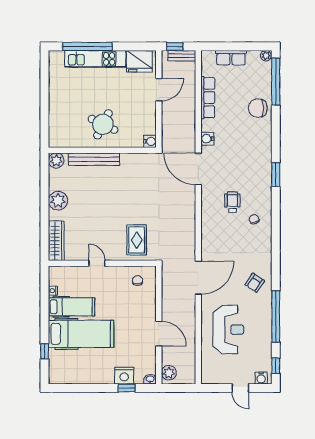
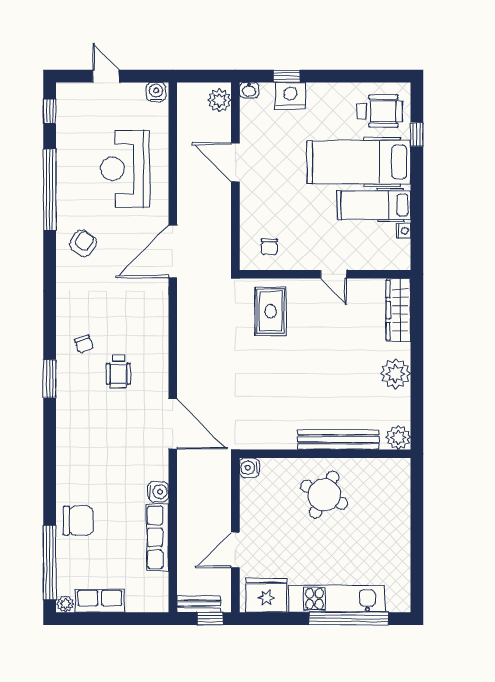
row of seats: (231, 58) -> (100, 601), moved
water cooler: (207, 139) -> (158, 492), moved
window: (276, 175) -> (50, 379), moved
wheelchair: (68, 366) -> (380, 111), added
water cooler: (261, 378) -> (156, 92), moved

